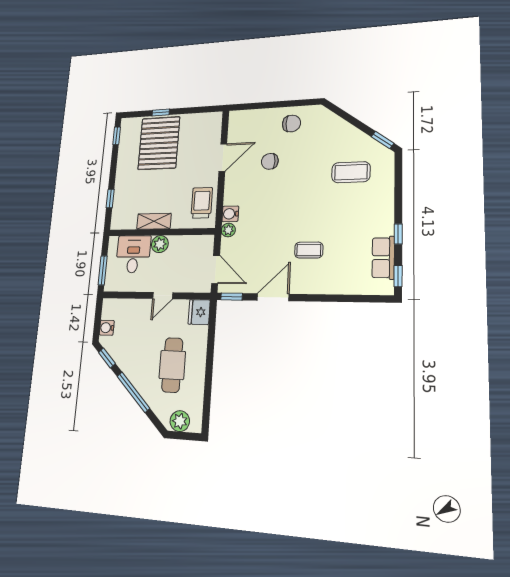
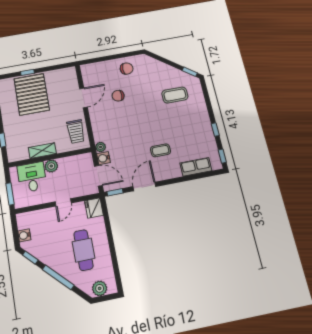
trolley: (202, 203) -> (76, 131), turned 180
water cooler: (230, 214) -> (104, 158), moved
row of seats: (383, 258) -> (196, 167), moved, turned 90

